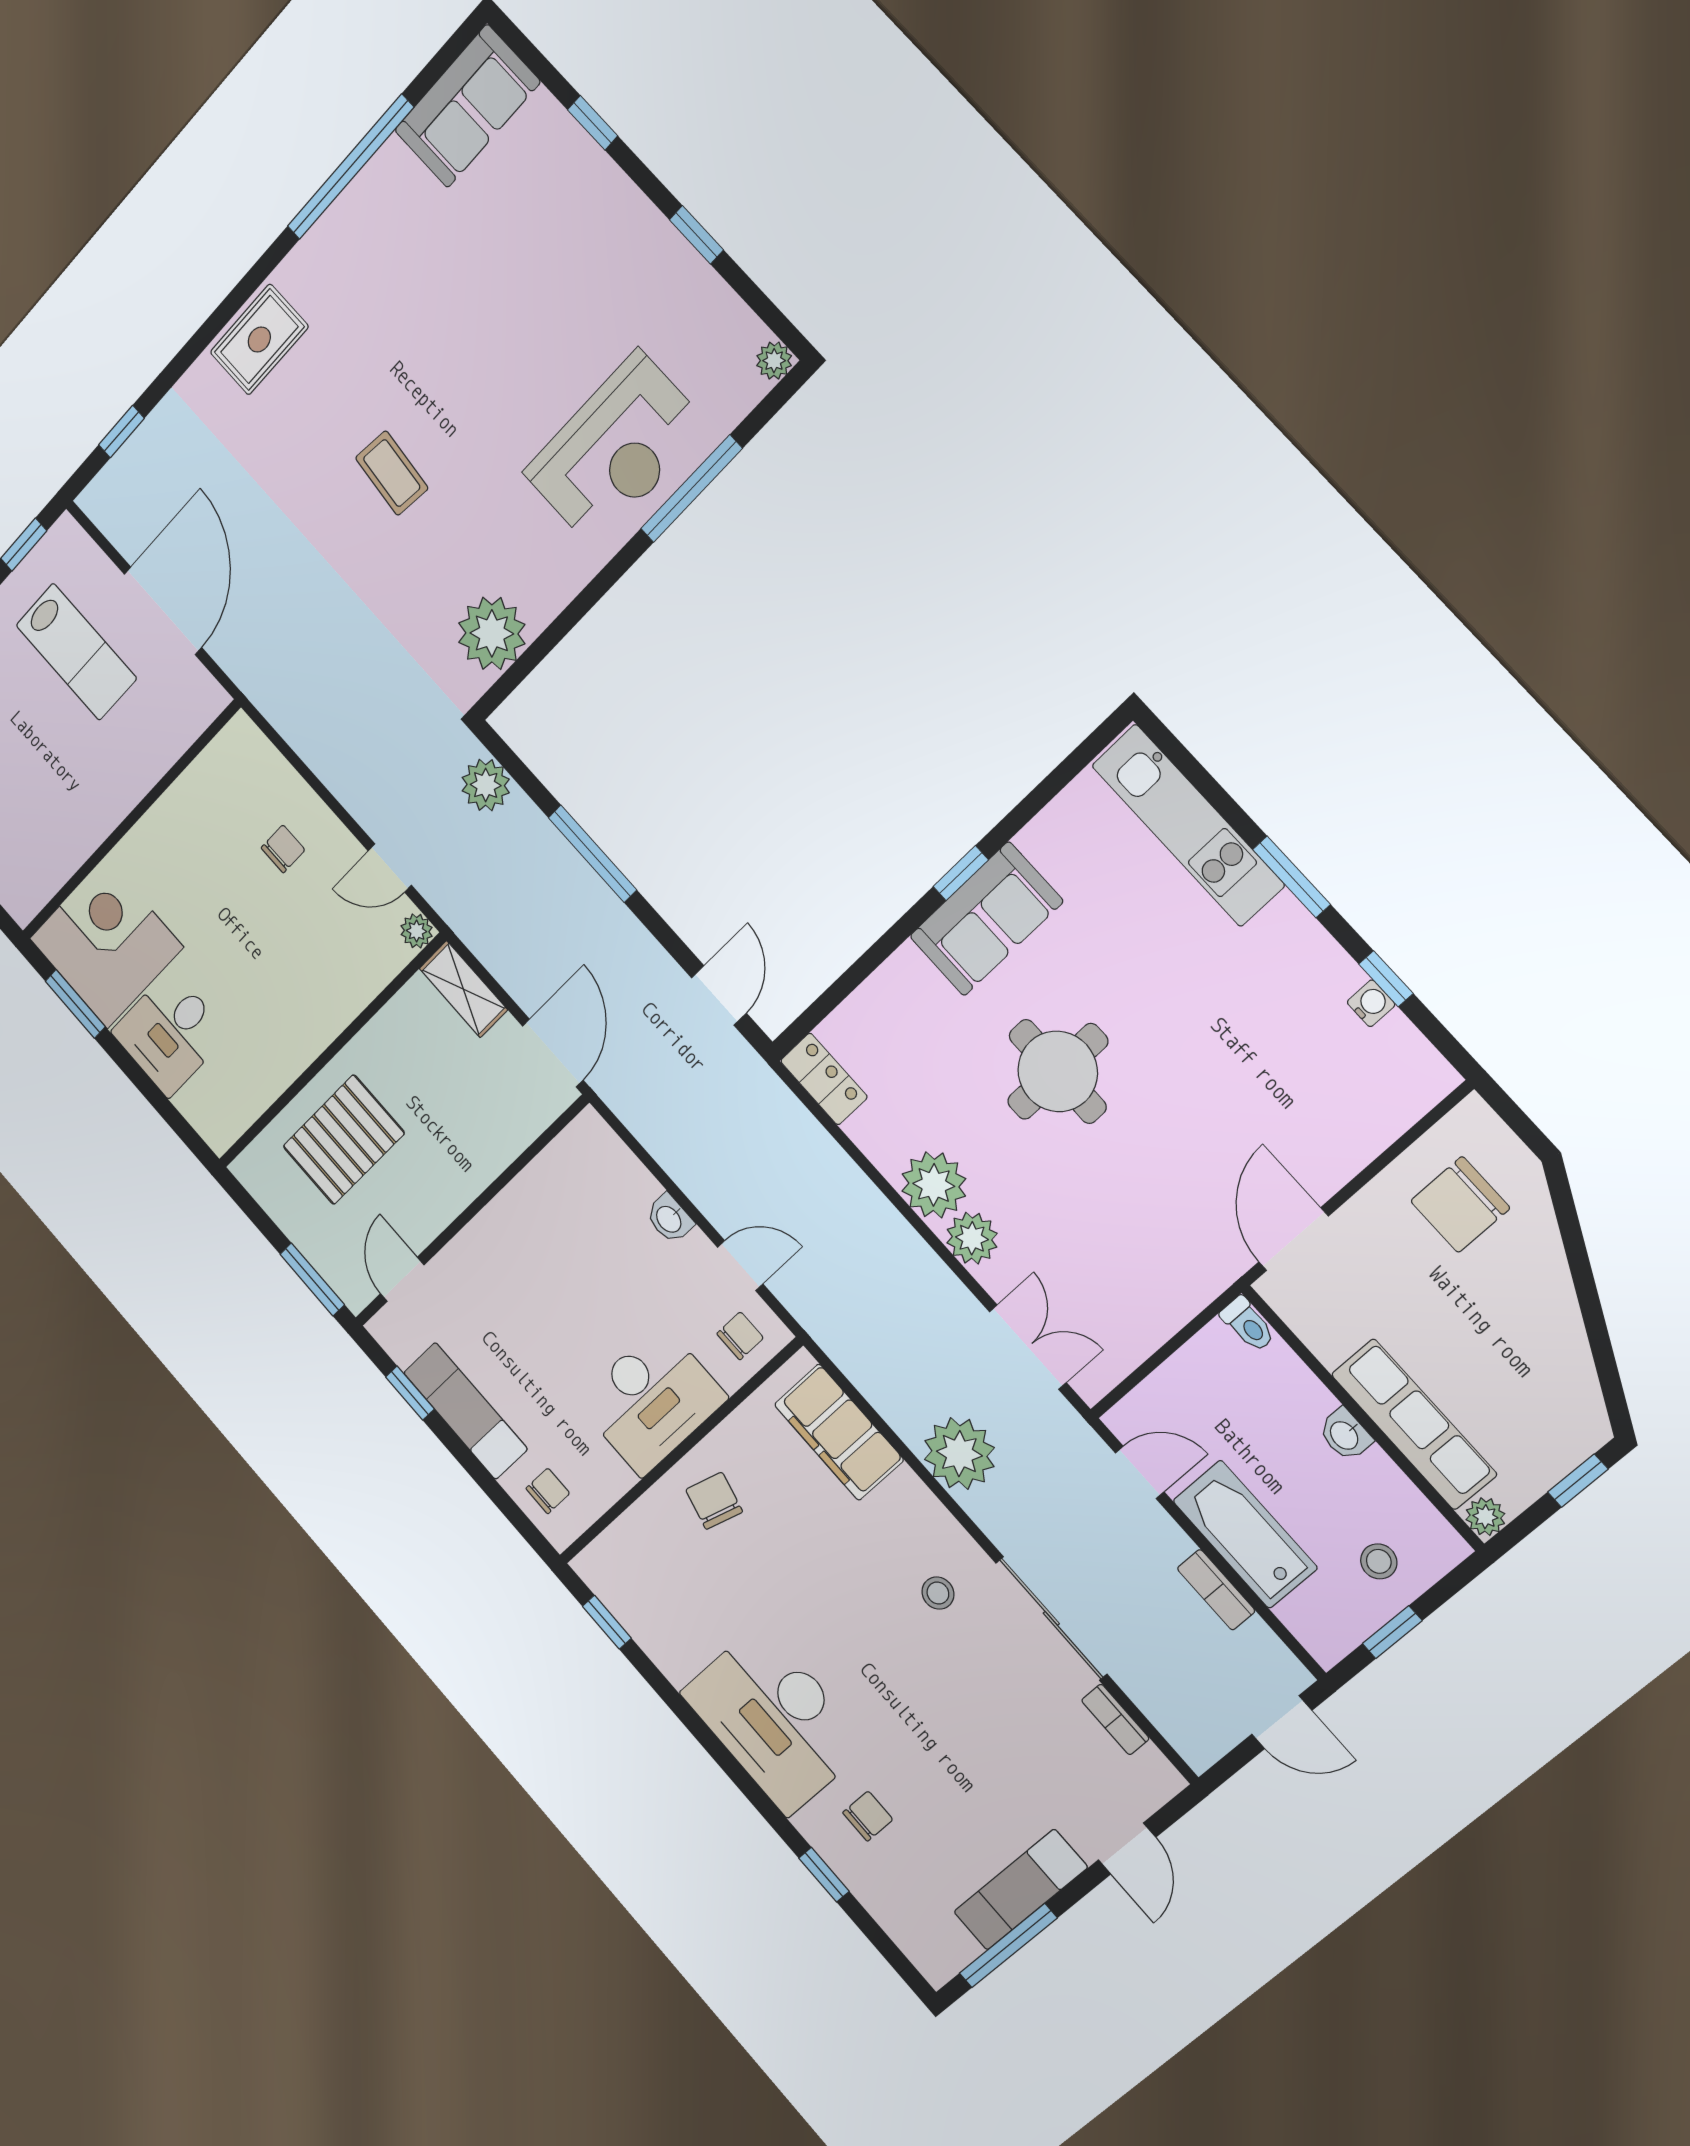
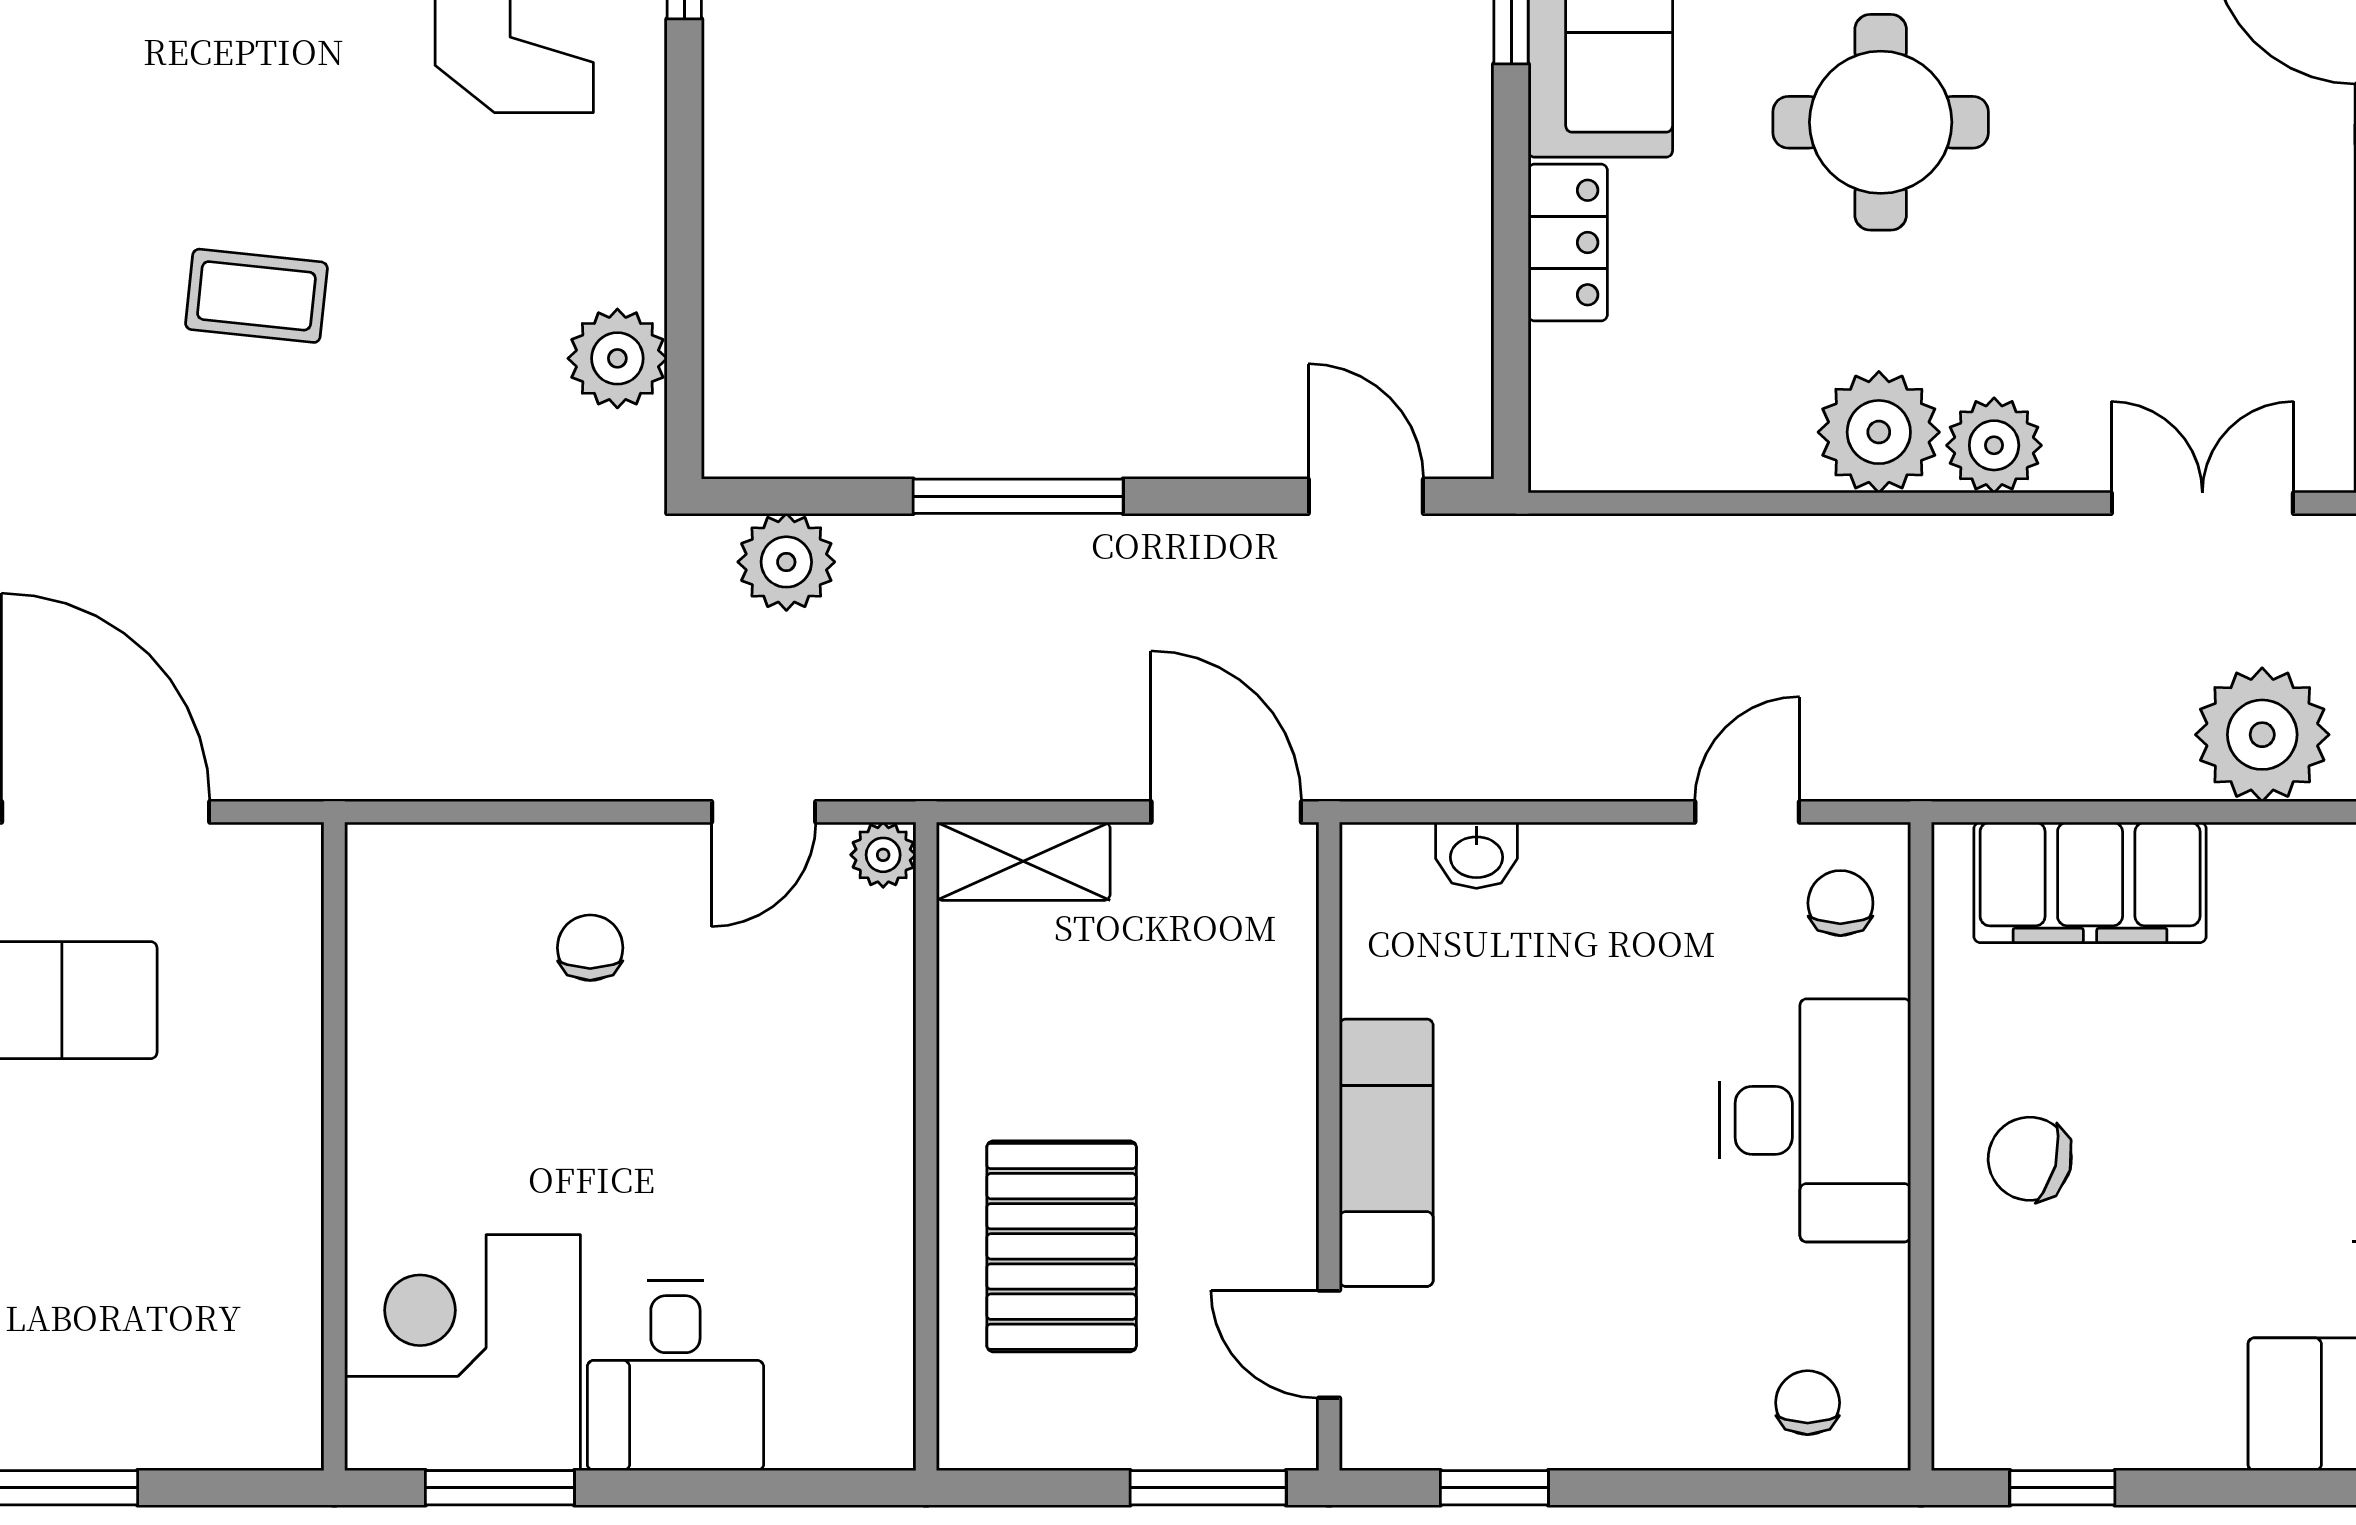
plant: (492, 633) -> (617, 358), width x0.73, depth x0.73
locker: (824, 1079) -> (1568, 243), moved, turned 90
washbasin: (669, 1219) -> (1476, 855), moved
exam couch: (465, 1411) -> (1386, 1153), moved, turned 90

